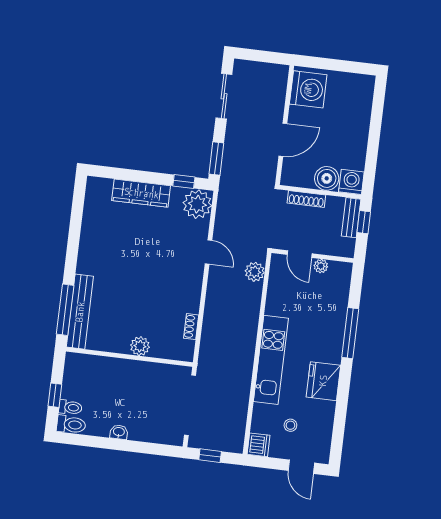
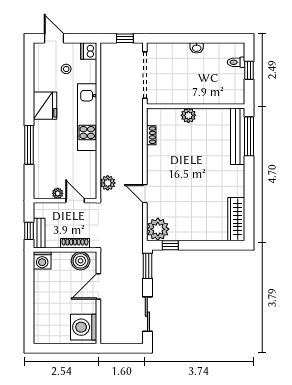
boiler: (327, 178) -> (81, 261), moved
wardrobe: (141, 193) -> (236, 219), moved, turned -90
toilet: (71, 425) -> (234, 49), removed

